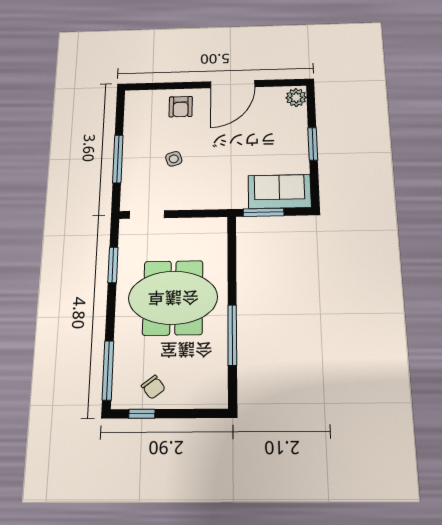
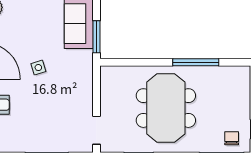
side table: (174, 159) -> (38, 68), moved
chair: (153, 387) -> (232, 138), moved, turned -53

